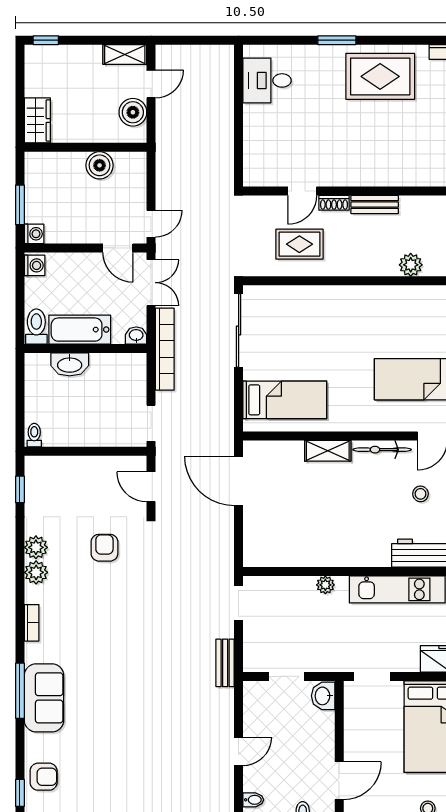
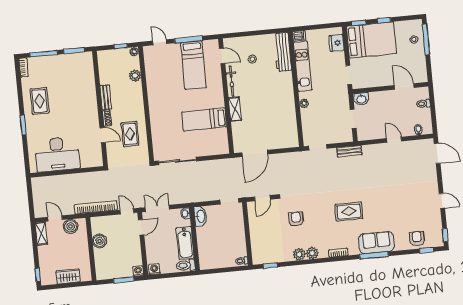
rug: (380, 76) -> (40, 101), width x0.73, depth x0.70
desk: (267, 80) -> (57, 154), width x1.87, depth x1.30
wardrobe: (37, 120) -> (68, 276), moved
bookcase: (165, 349) -> (96, 207), moved
washbasin: (70, 364) -> (201, 216), moved
bed: (285, 400) -> (204, 119), moved, turned -90
armchair: (104, 548) -> (296, 219), turned 90
rug: (109, 651) -> (349, 212), added

